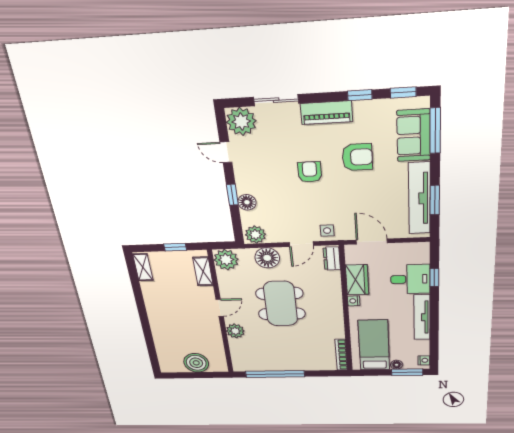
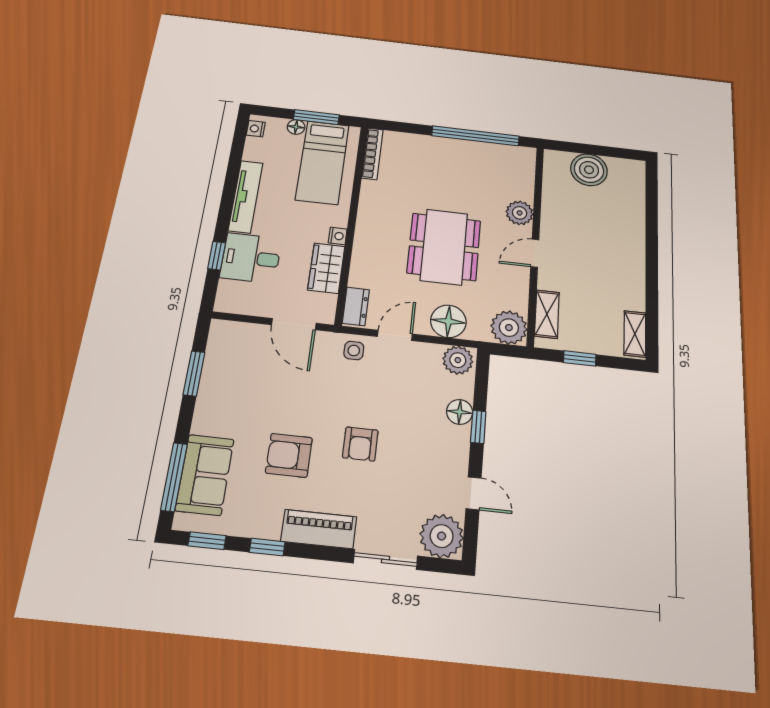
tv unit: (419, 198) -> (215, 379), removed
window: (407, 372) -> (316, 117), moved

